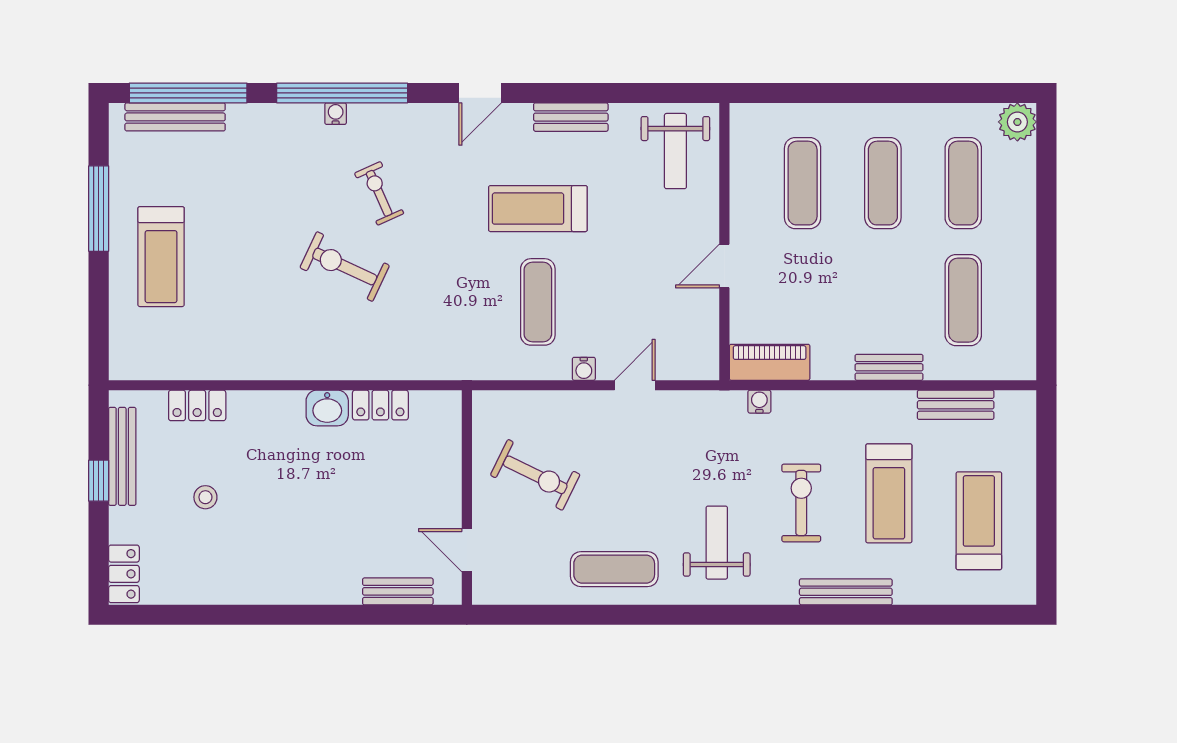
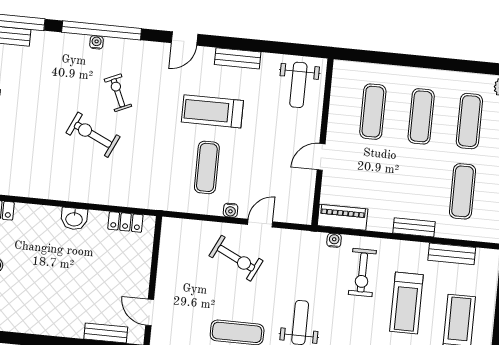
locker: (380, 405) -> (125, 222), moved
exercise bike: (535, 475) -> (236, 258), moved
exercise bike: (801, 503) -> (362, 273), moved, turned 180

